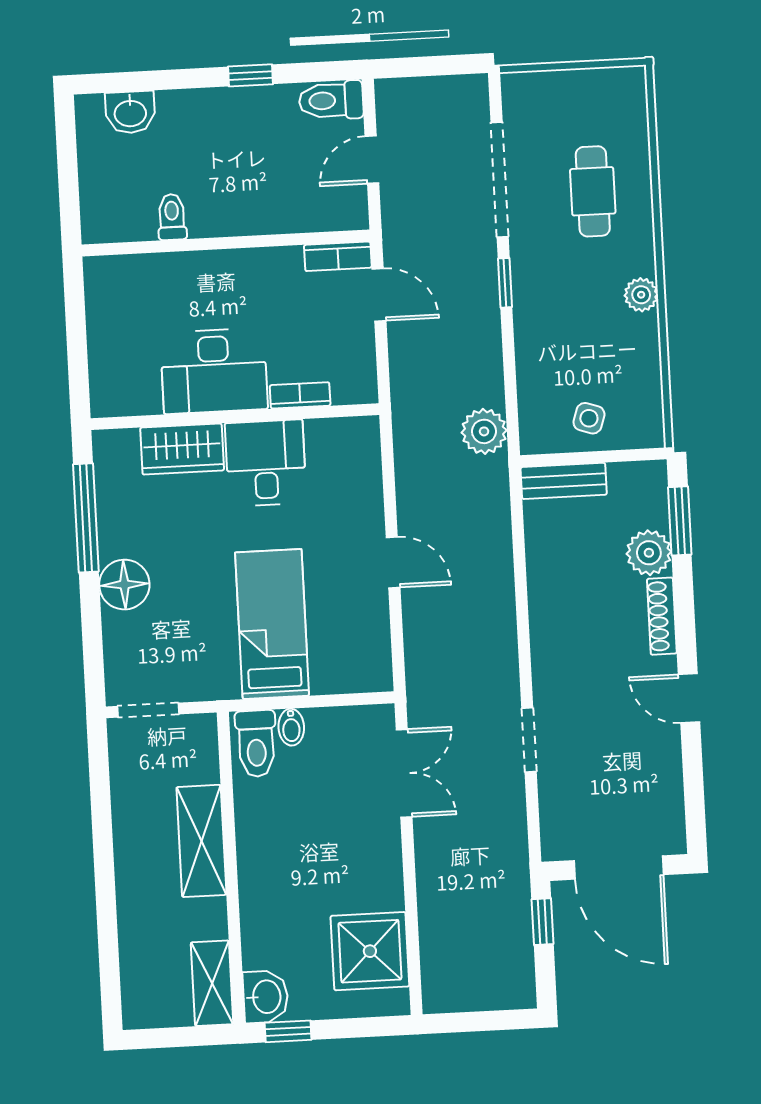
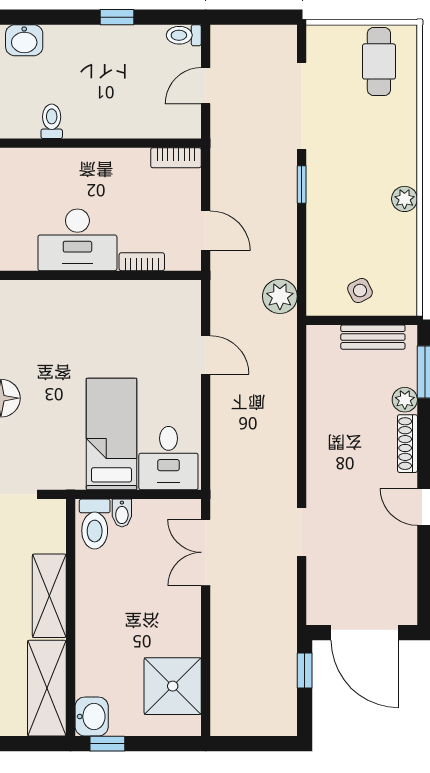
toilet: (331, 100) -> (184, 35), width x0.73, depth x0.72
cafe table: (593, 191) -> (379, 61), moved
door: (379, 295) -> (206, 231), moved
side table: (589, 418) -> (360, 291), turned 45
wardrobe: (182, 449) -> (50, 298), removed
desk: (266, 463) -> (168, 458), moved, turned 180
bench: (564, 481) -> (373, 337), moved
plant: (649, 553) -> (405, 400), width x0.73, depth x0.73
door: (393, 562) -> (206, 355), moved
double door: (404, 773) -> (206, 552), swing flipped
shelving: (212, 983) -> (47, 688), width x1.50, depth x1.33

